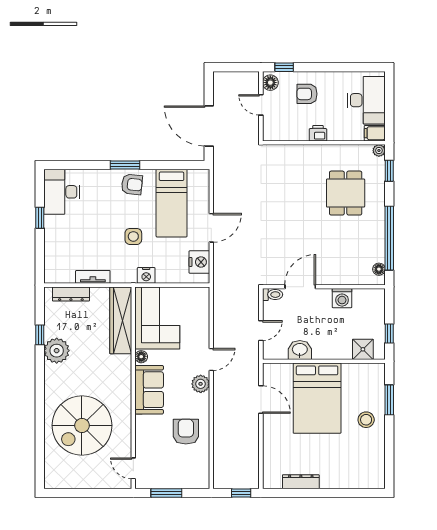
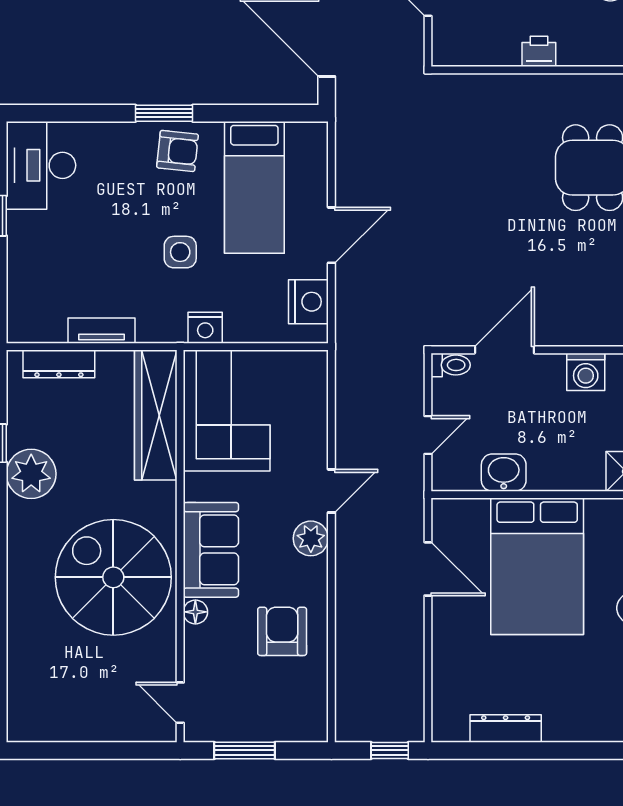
floor lamp: (141, 357) -> (195, 612), moved
spiral stairs: (82, 425) -> (113, 577), moved, turned 90

